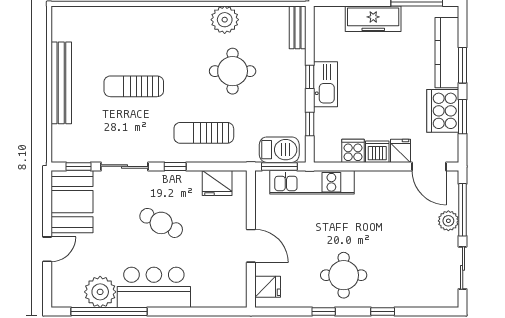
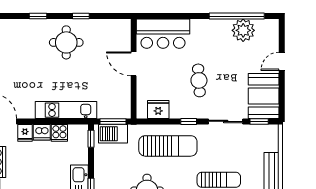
window: (310, 124) -> (91, 139), moved
sun lounger: (204, 133) -> (168, 146), width x1.36, depth x1.34
kitchen unit: (312, 182) -> (66, 110), moved
cafe table: (161, 223) -> (199, 80), turned 59
bar counter: (154, 287) -> (163, 34), moved
fridge: (268, 287) -> (122, 34), removed

